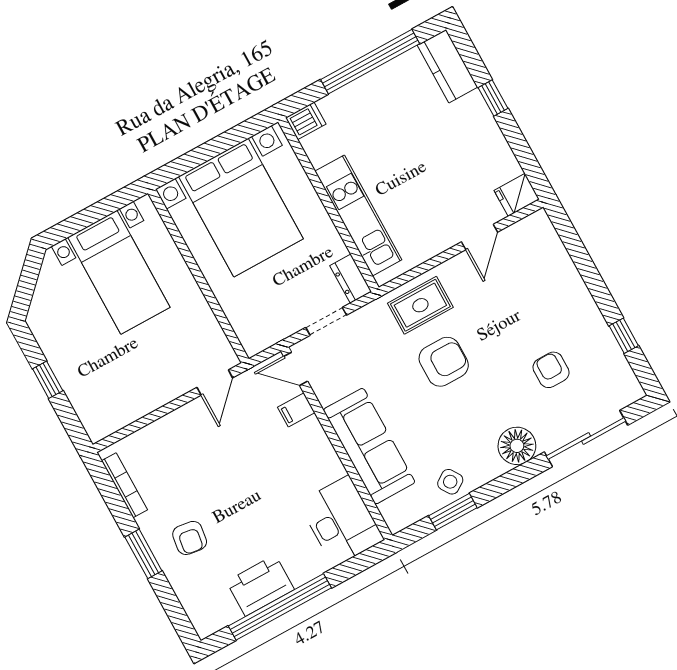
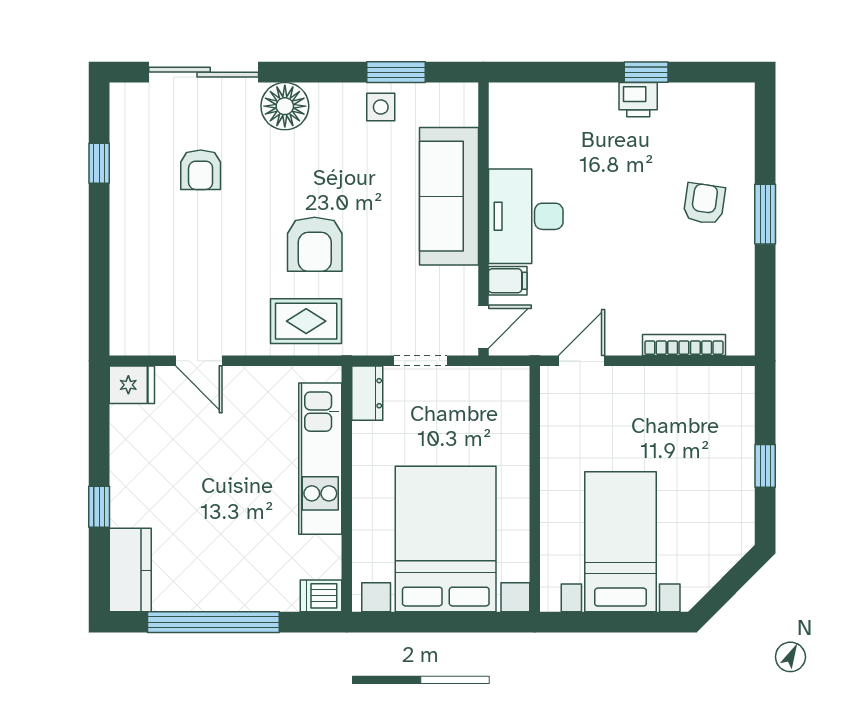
door: (480, 237) -> (199, 361), swing flipped
armchair: (444, 362) -> (315, 244), turned -90
door: (296, 369) -> (483, 327), hinge flipped
side table: (450, 482) -> (381, 107), turned 33
bookcase: (124, 485) -> (684, 345), moved, turned 90
desk: (341, 521) -> (526, 216), moved
printer: (260, 585) -> (638, 100), width x0.53, depth x0.68
window: (280, 607) -> (646, 72), width x0.32

